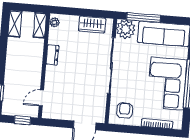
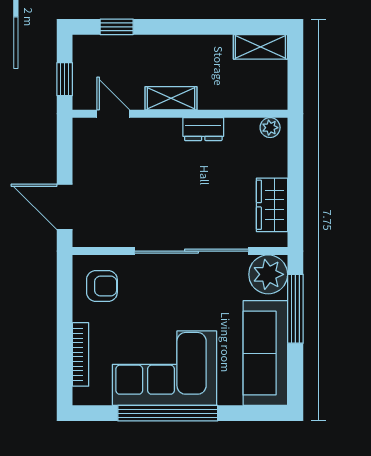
shelving: (40, 25) -> (171, 98), moved

